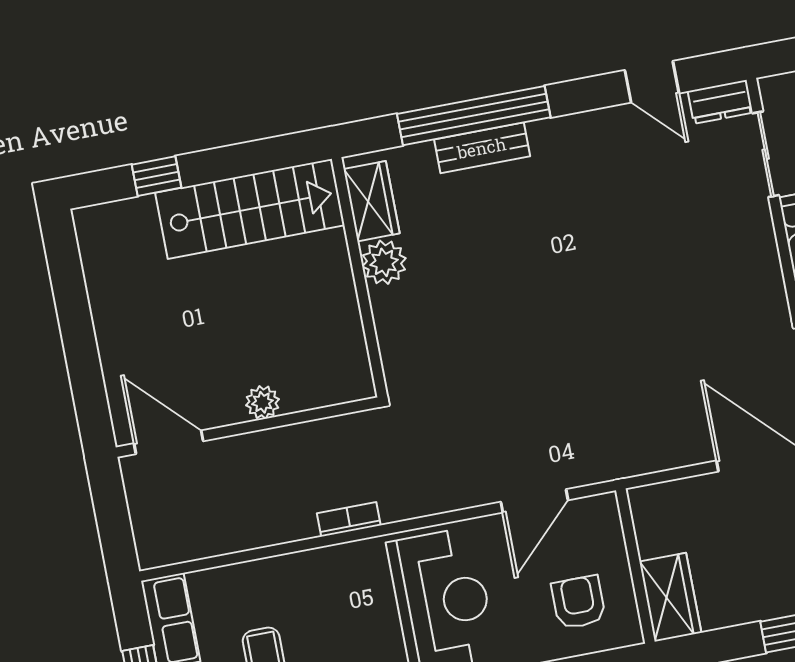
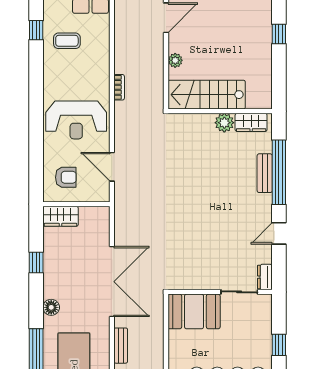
door: (652, 82) -> (279, 233), moved
stairs: (250, 209) -> (207, 95), moved, turned 90

